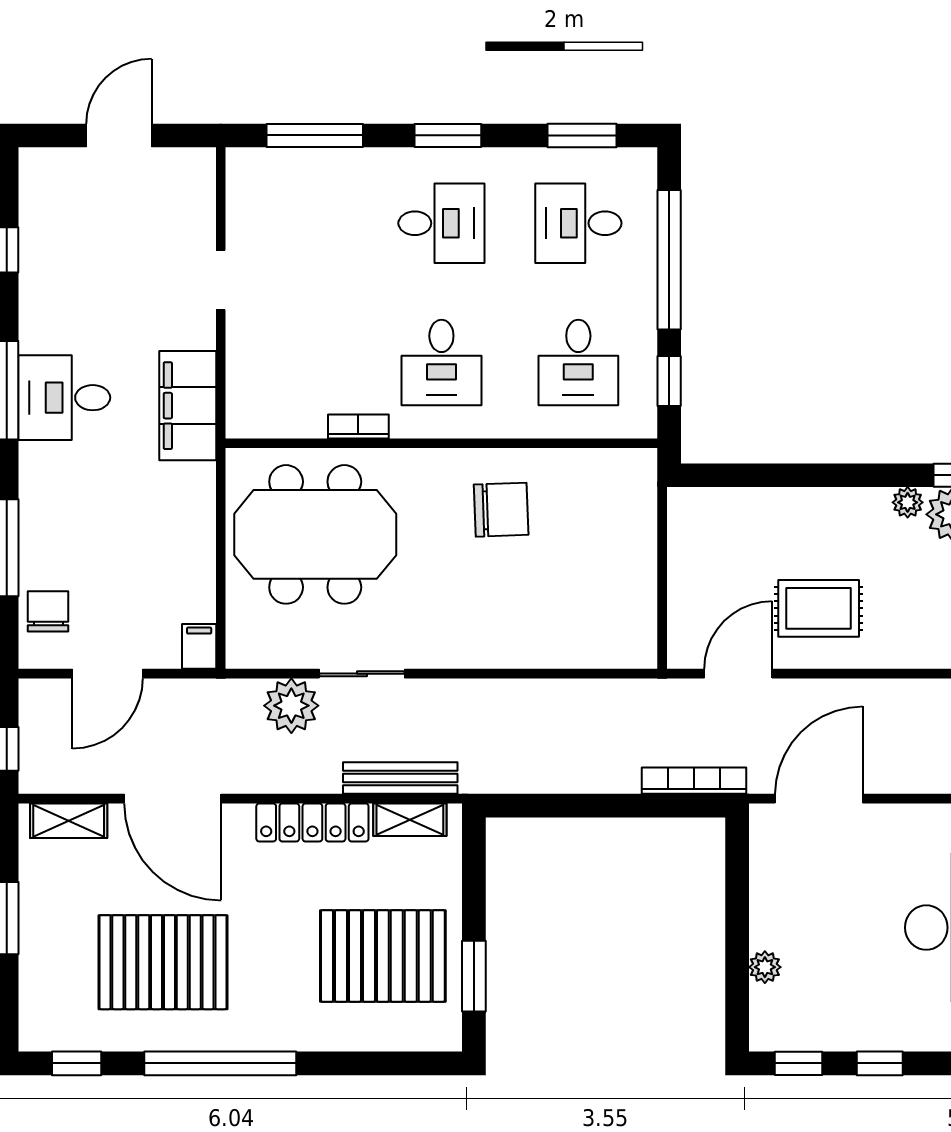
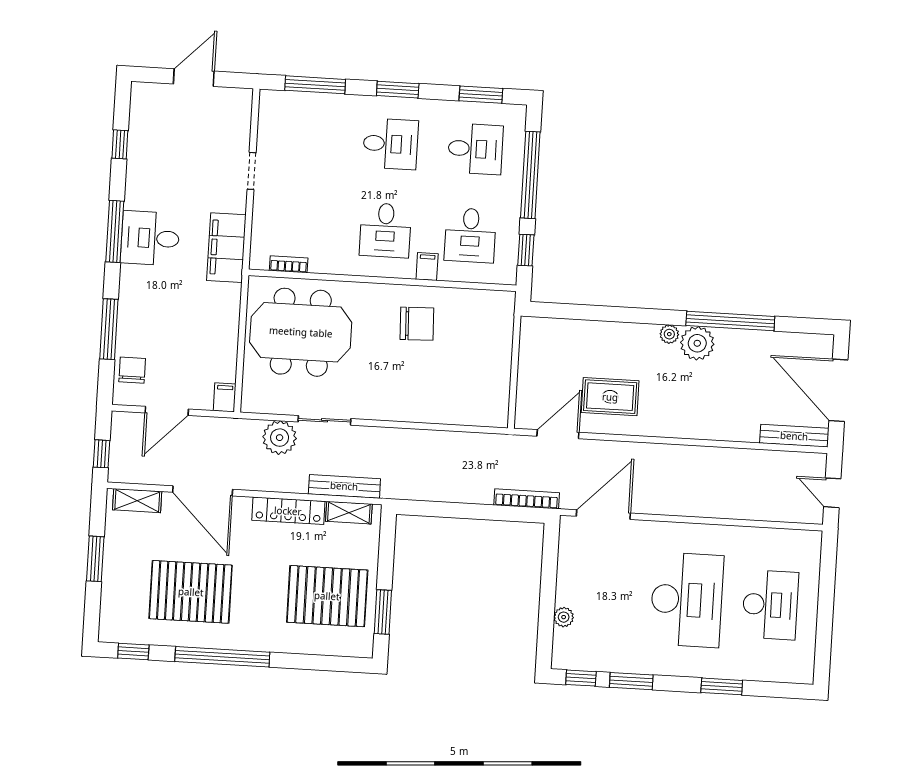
desk: (578, 223) -> (475, 149), turned 180
filing cabinet: (512, 417) -> (427, 266), added
bookcase: (358, 426) -> (289, 264), moved
window: (880, 1063) -> (631, 681), width x1.50

